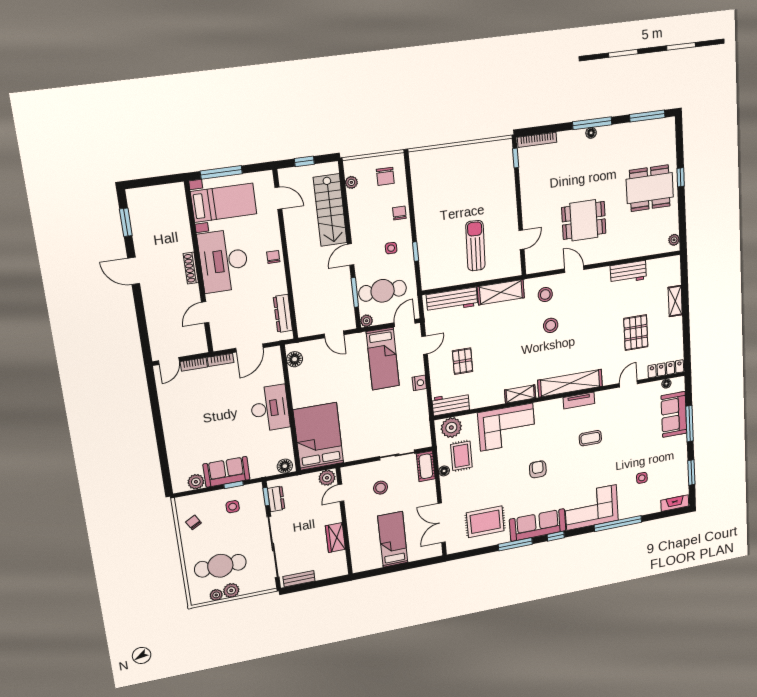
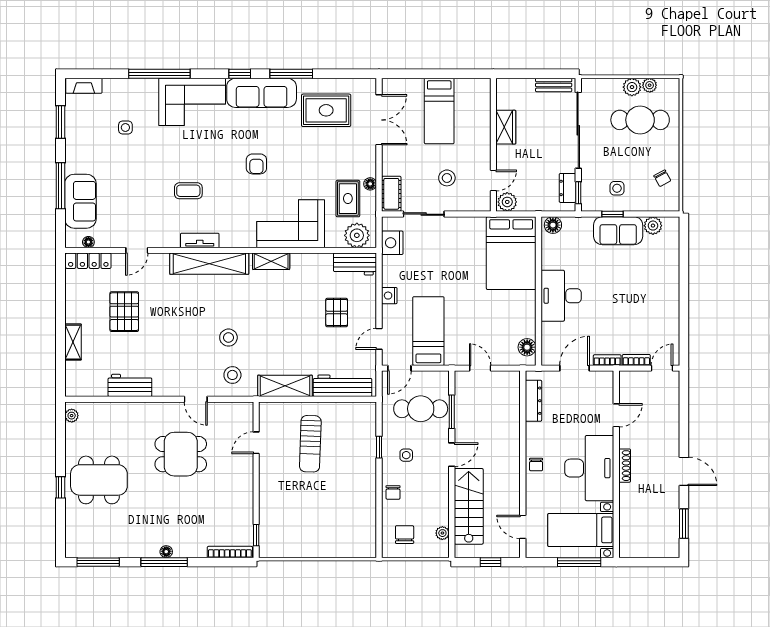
plant: (367, 321) -> (442, 378), removed
nightstand: (421, 427) -> (392, 243), added

